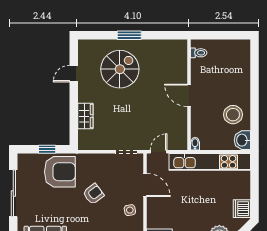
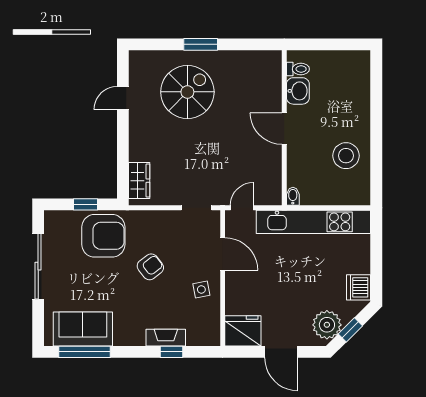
wardrobe: (85, 116) -> (139, 181), moved
washbasin: (242, 140) -> (298, 91), moved, turned 180

